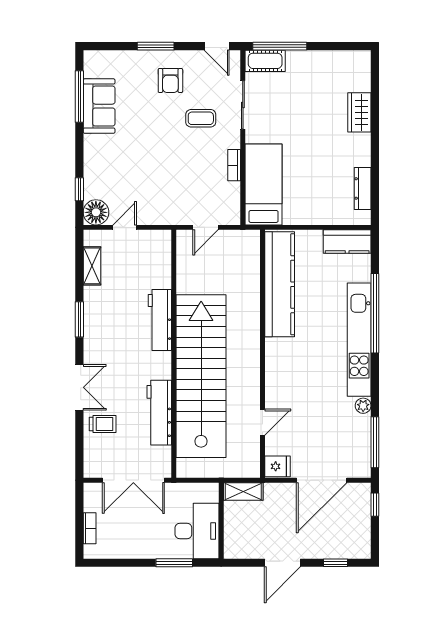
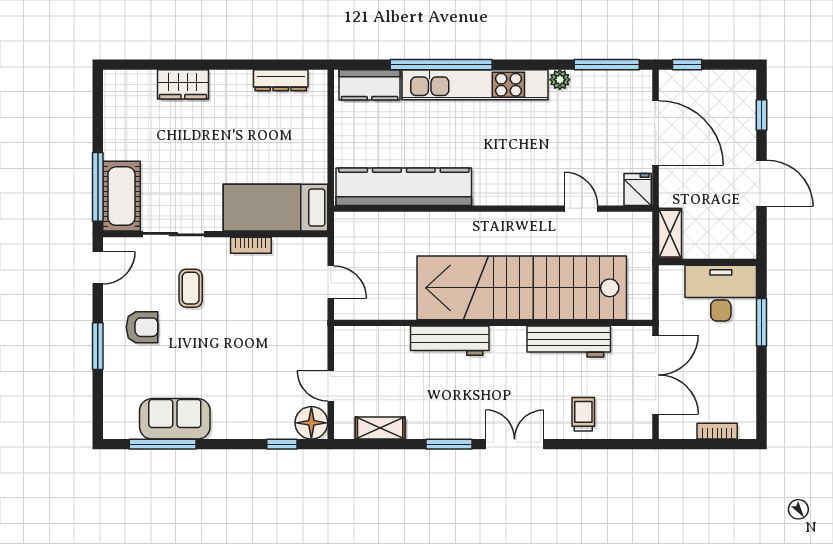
cot: (265, 61) -> (121, 196), width x1.37, depth x1.34
kitchen counter: (347, 242) -> (370, 85), moved, turned 90
double door: (79, 387) -> (515, 444), moved

